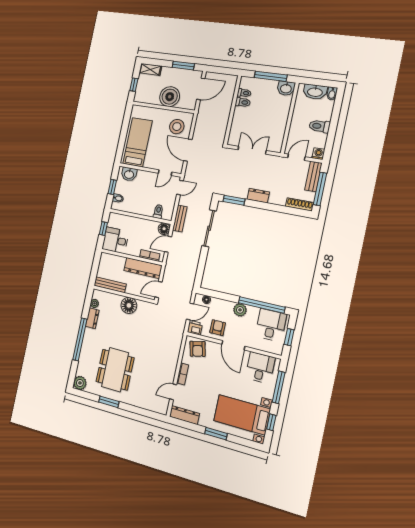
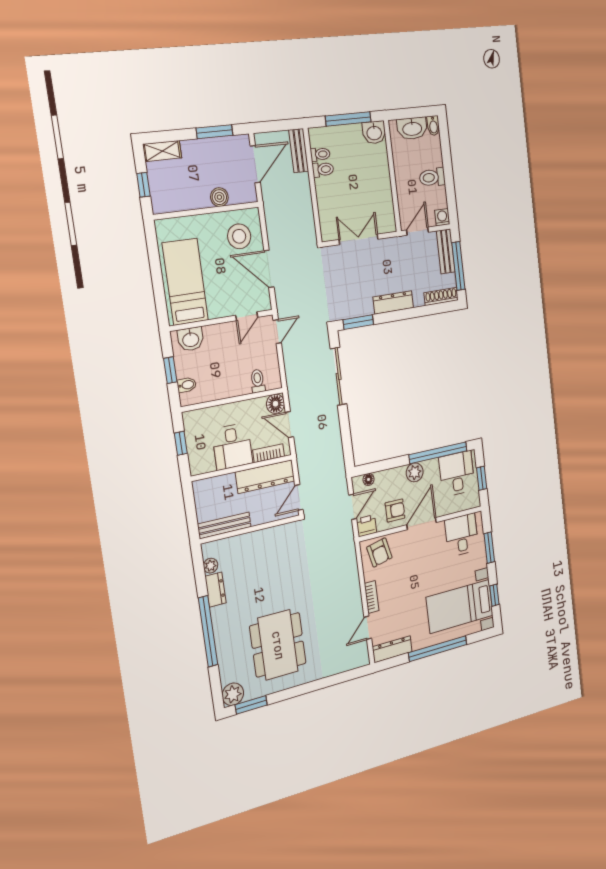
boiler: (170, 97) -> (219, 197), width x0.54, depth x0.54
dresser: (258, 196) -> (393, 302), width x1.44
bench: (180, 219) -> (299, 151), moved
desk: (116, 240) -> (232, 446), moved, turned -90
door: (168, 244) -> (289, 425), hinge flipped
floor lamp: (129, 305) -> (264, 542), removed
armchair: (218, 328) -> (395, 510), turned 90
door: (233, 345) -> (422, 524), swing flipped
window: (279, 387) -> (489, 548), width x0.69
window: (109, 402) -> (251, 705), moved
window: (216, 434) -> (438, 649), width x2.11

